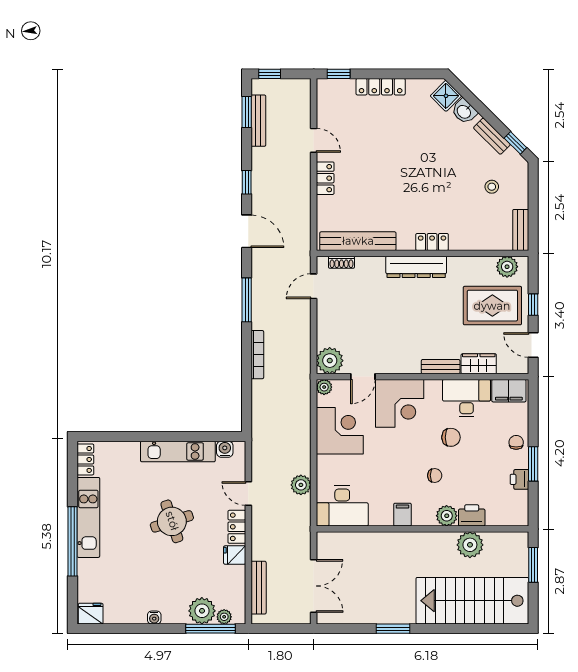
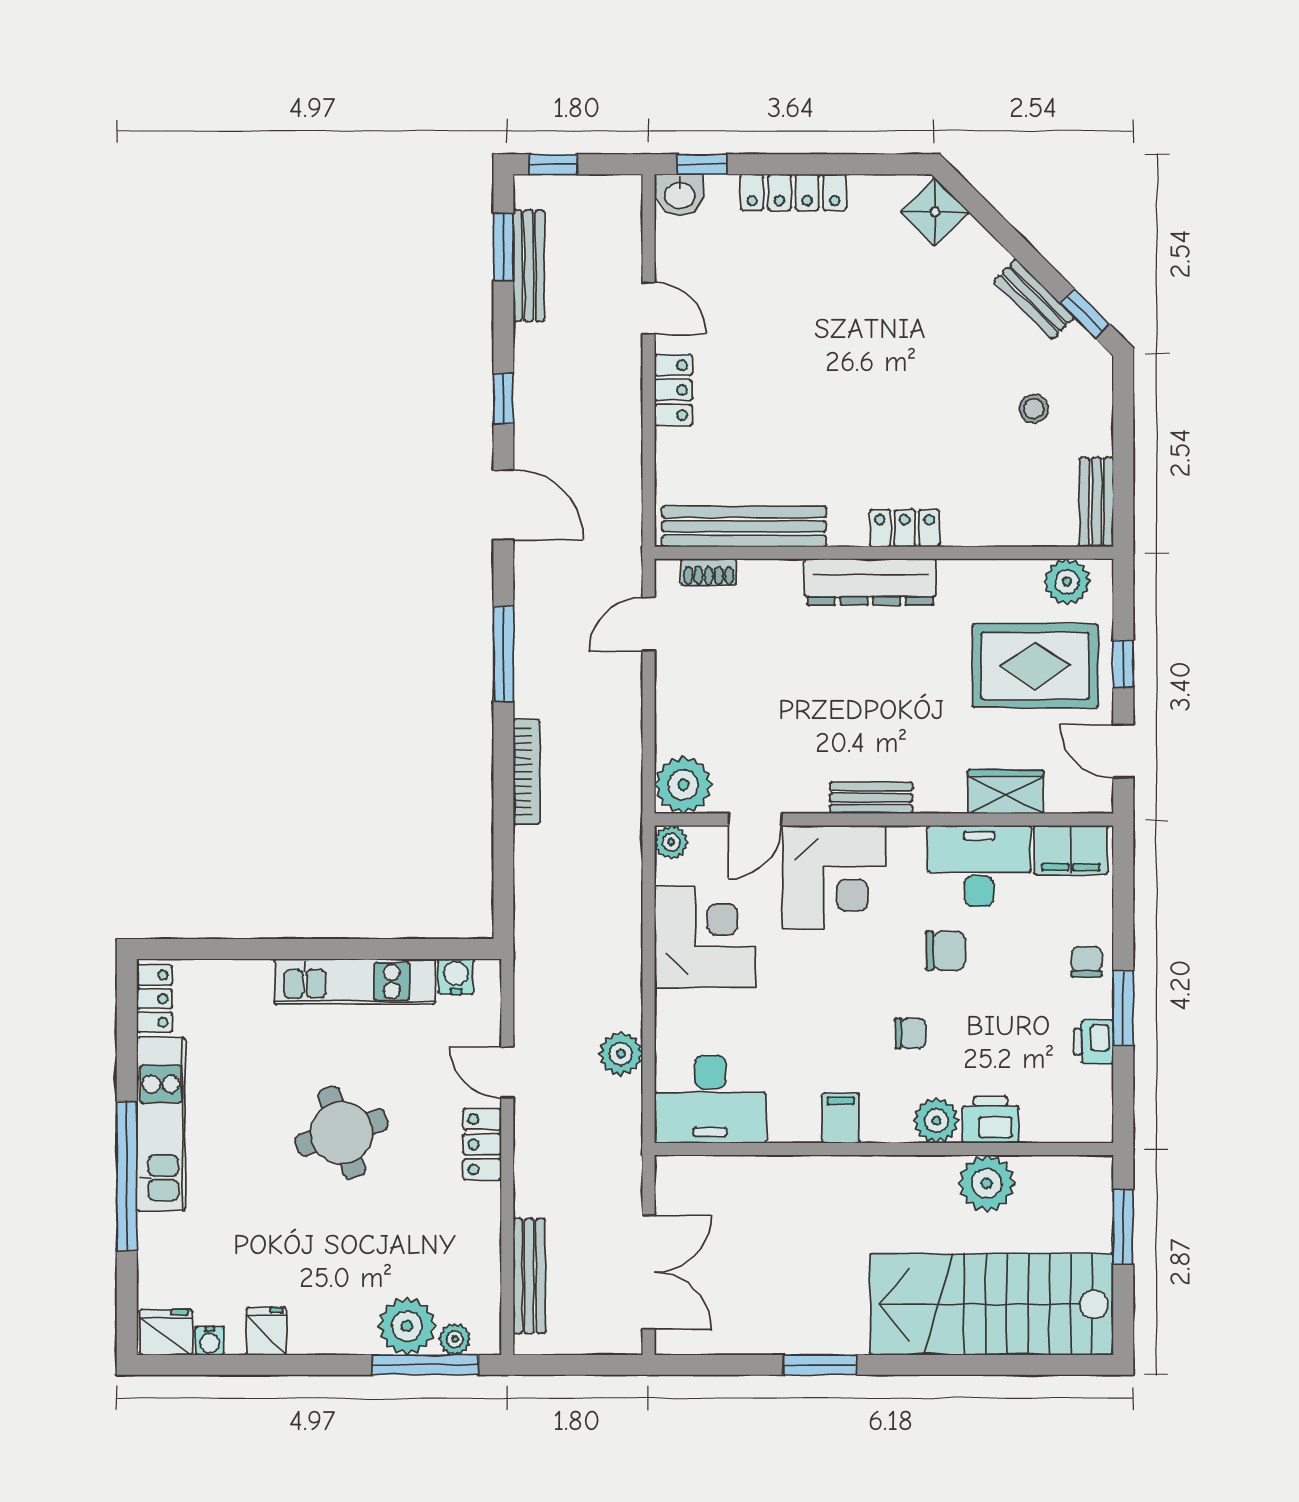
washbasin: (464, 111) -> (680, 194), moved, turned -45
bench: (441, 367) -> (871, 798), moved
fridge: (235, 555) -> (266, 1331), moved, turned 90
water cooler: (154, 618) -> (210, 1341), moved

